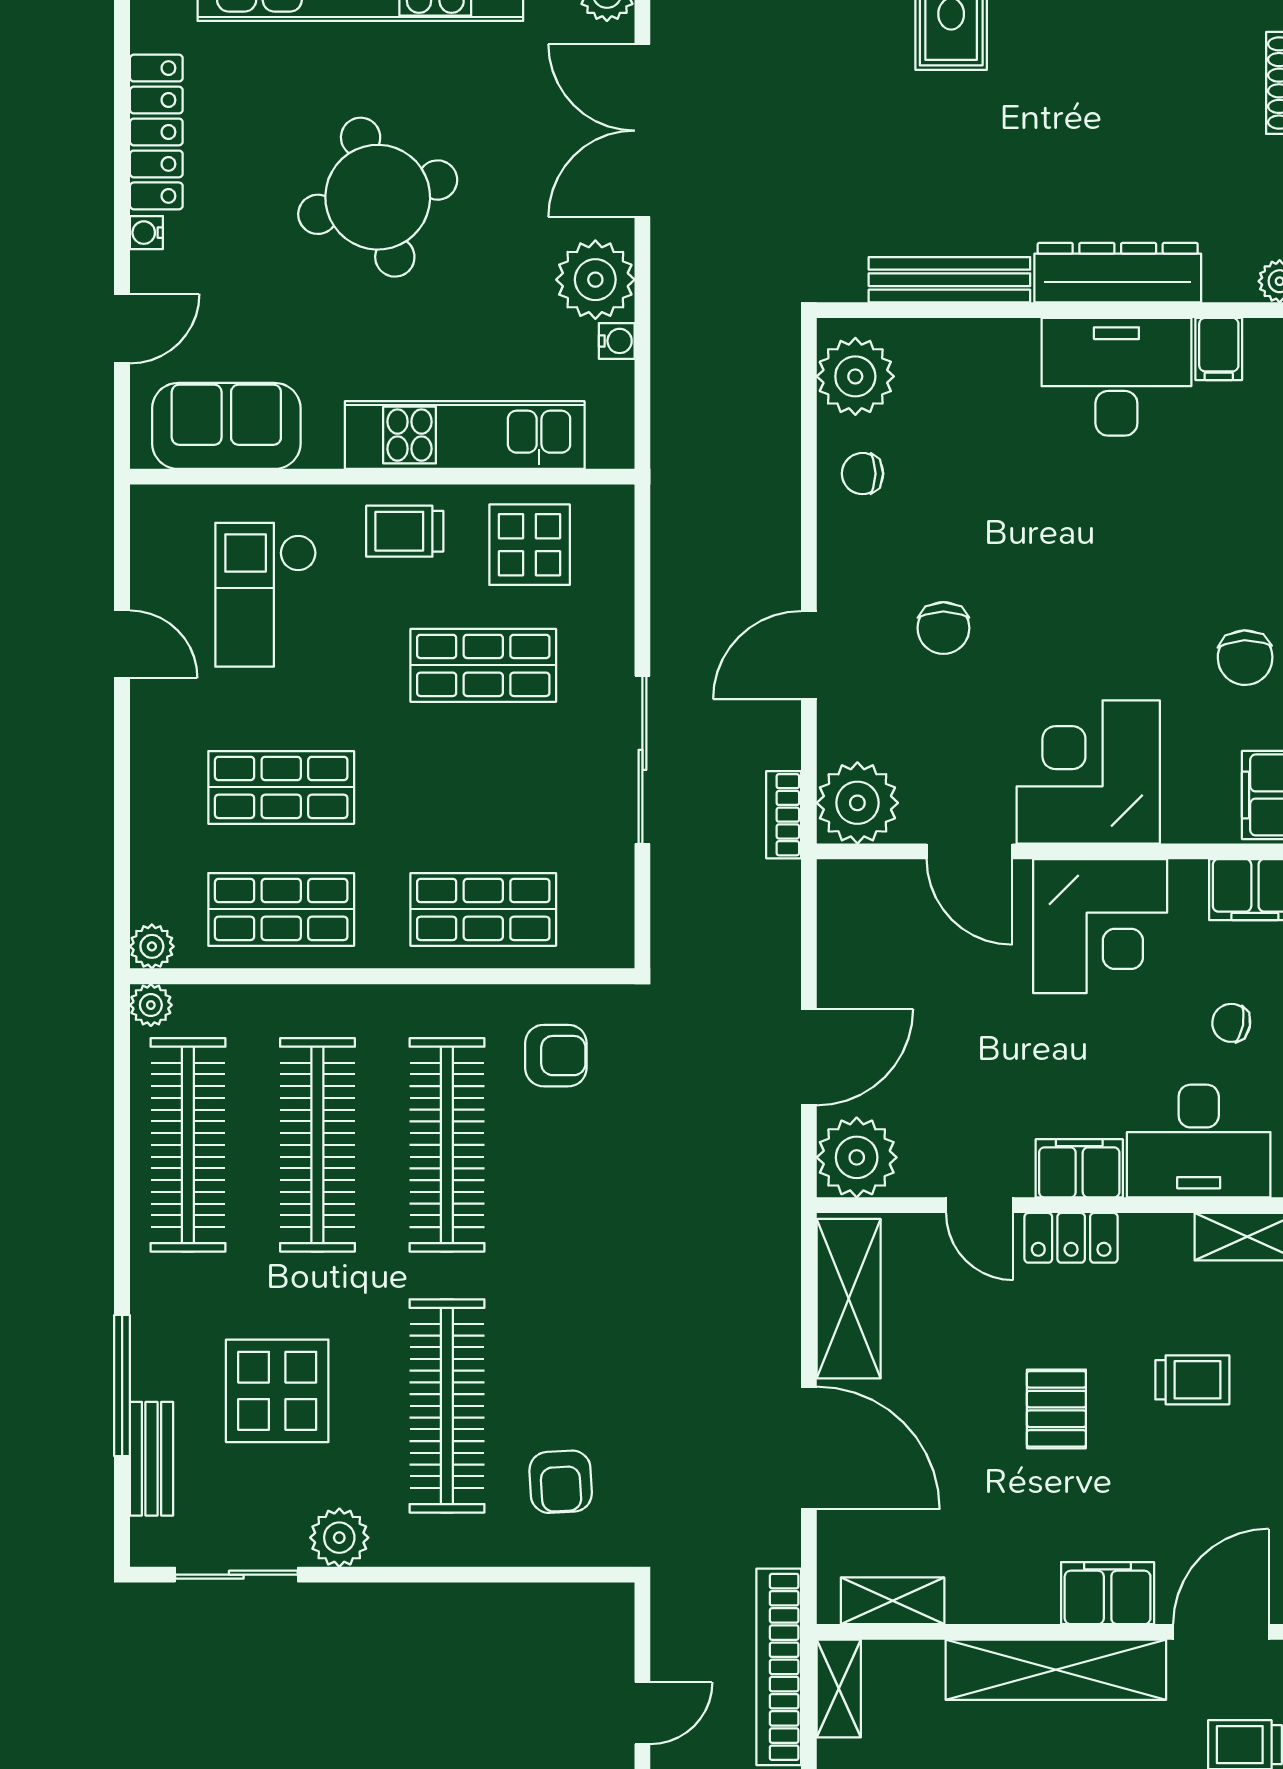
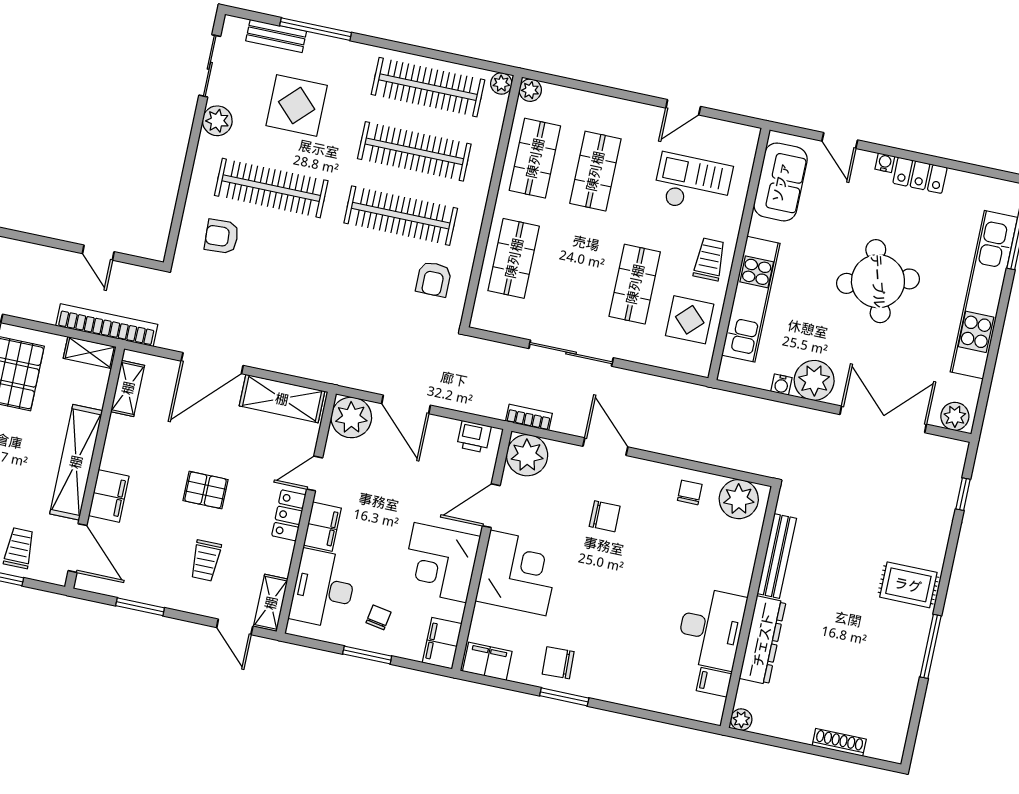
locker: (156, 132) -> (920, 175), width x0.66
chair: (943, 628) -> (605, 516), turned 180
printer: (844, 913) -> (474, 437), added

